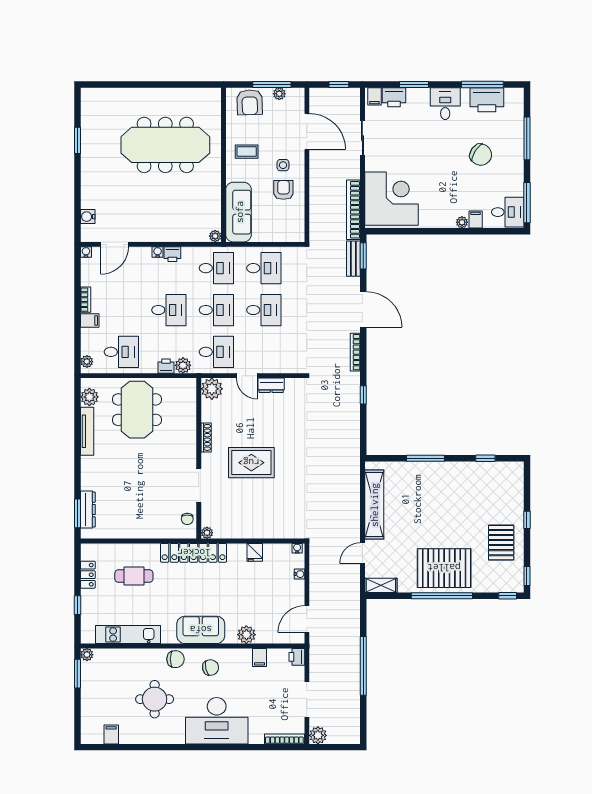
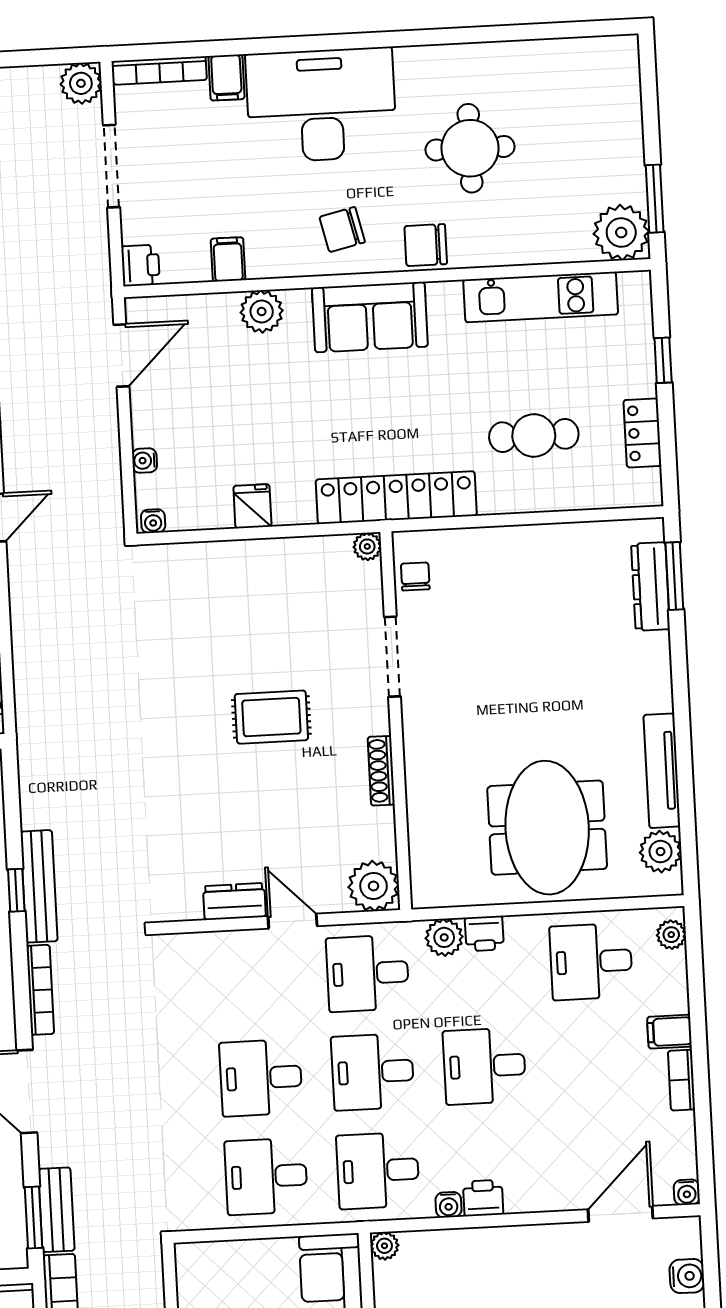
water cooler: (158, 252) -> (449, 1205), moved
bench: (354, 396) -> (39, 886), added
rug: (251, 463) -> (271, 717), width x0.73, depth x0.70
plant: (87, 655) -> (621, 232), width x1.88, depth x1.88
filing cabinet: (111, 735) -> (226, 78), moved

